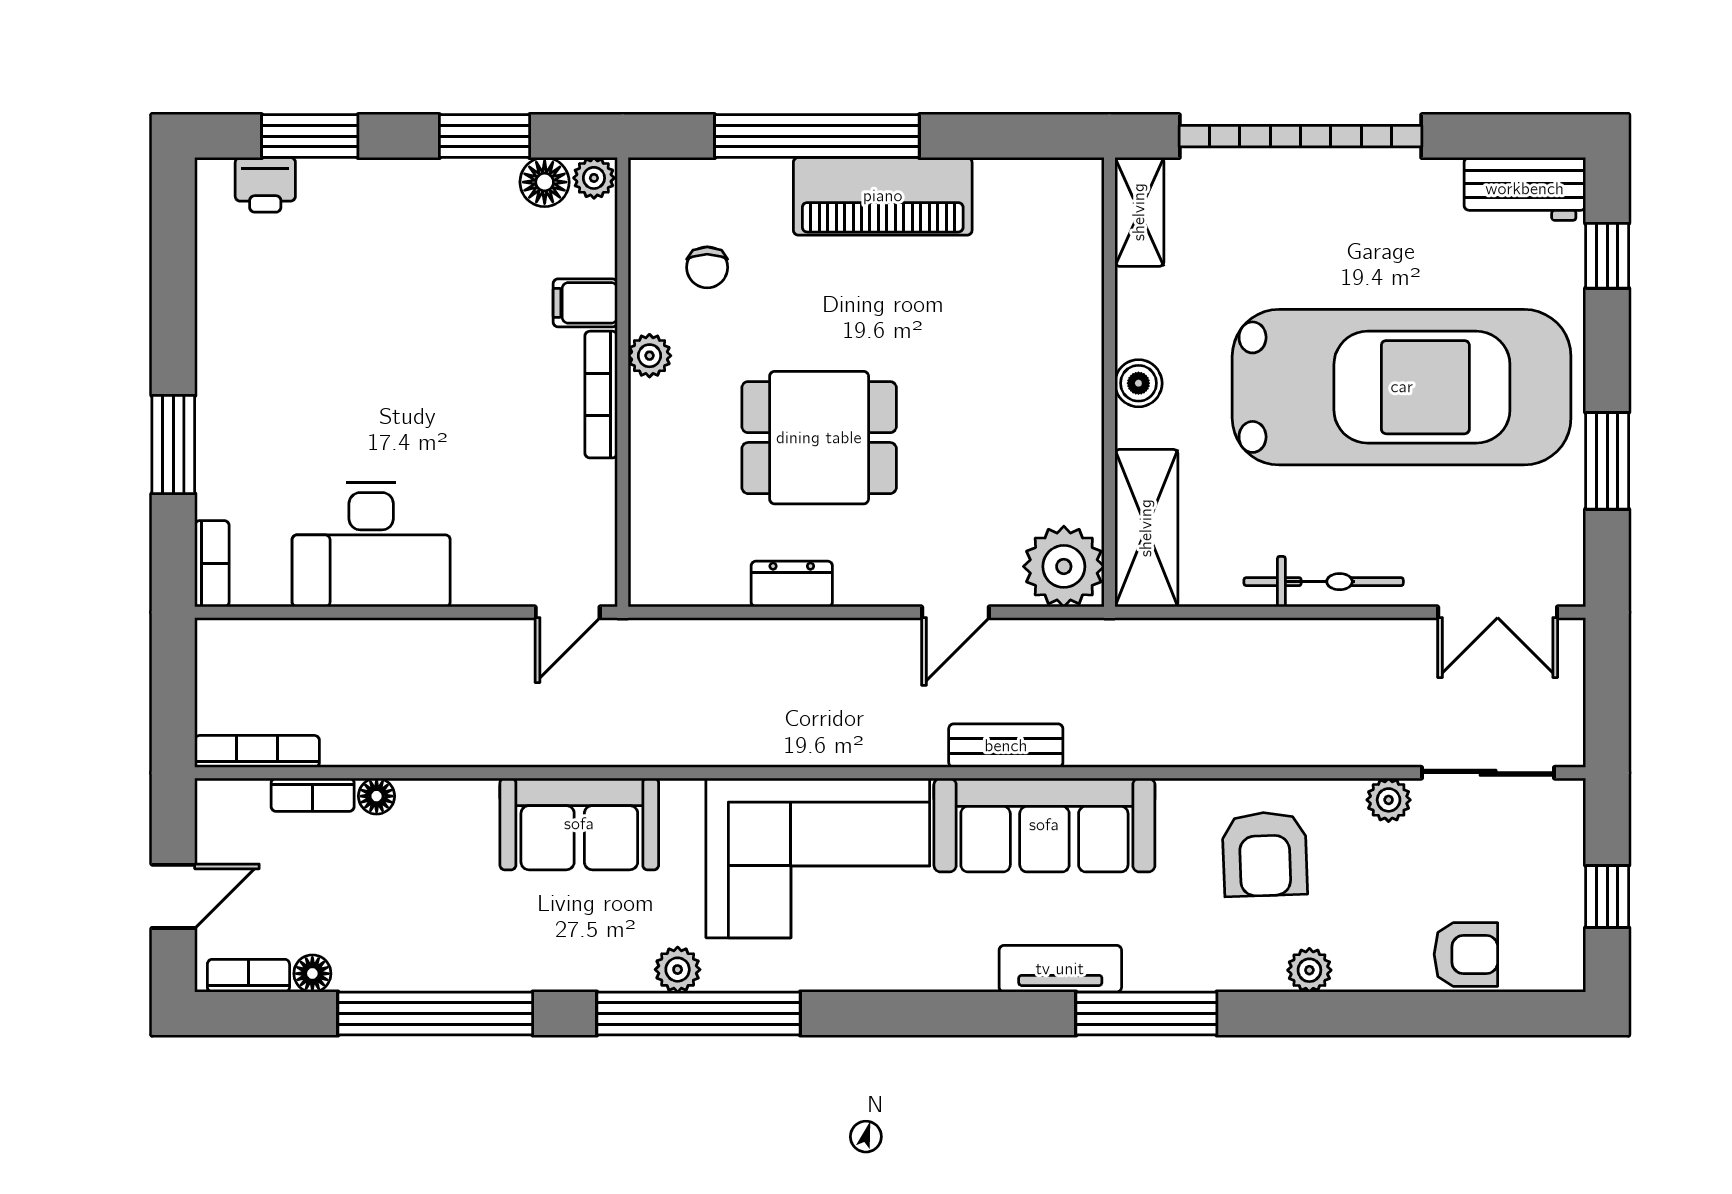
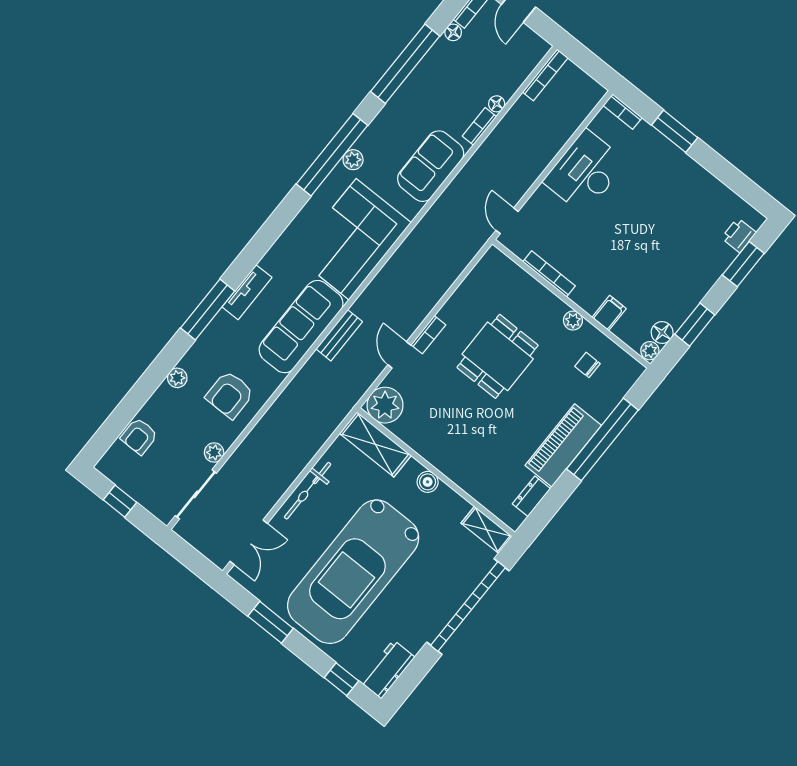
bookcase: (601, 395) -> (549, 274), moved
dresser: (792, 584) -> (531, 496), moved, turned 180
bookcase: (879, 590) -> (428, 335), added
double door: (1498, 612) -> (249, 542), swing flipped
bookcase: (313, 795) -> (479, 126), moved
armchair: (1265, 854) -> (230, 395), turned -88

